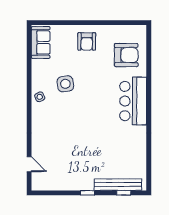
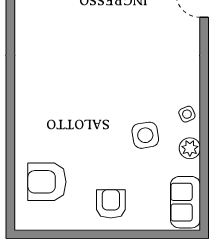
plant: (38, 76) -> (190, 148), added
bar counter: (133, 101) -> (36, 107), removed

